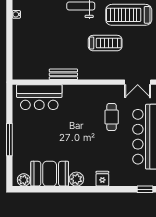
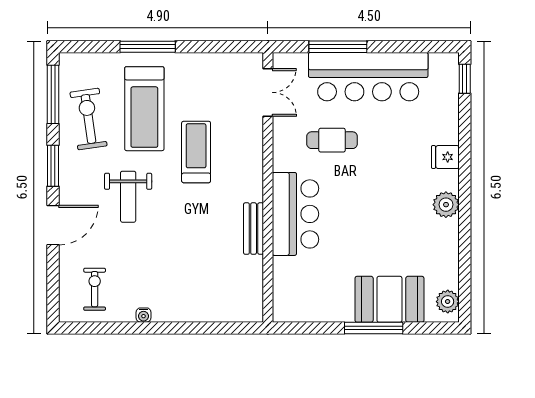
bar counter: (39, 97) -> (295, 214), moved
booth: (50, 174) -> (389, 299), moved, turned 90

